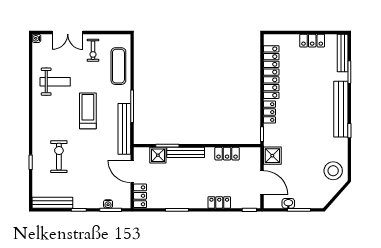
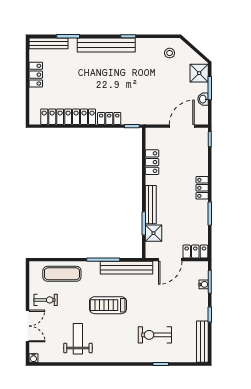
shower: (272, 156) -> (199, 73), moved
stool: (333, 171) -> (170, 53), width x0.53, depth x0.53
locker: (219, 202) -> (202, 188), moved

